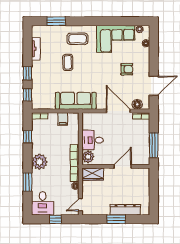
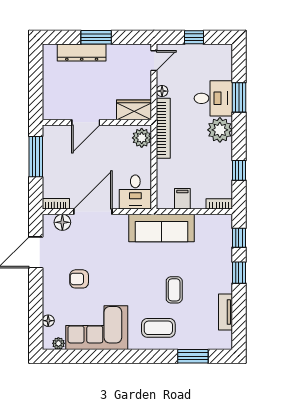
door: (118, 111) -> (93, 212), swing flipped
desk: (93, 140) -> (135, 192), moved, turned 90
desk: (43, 203) -> (213, 98), moved, turned 90

